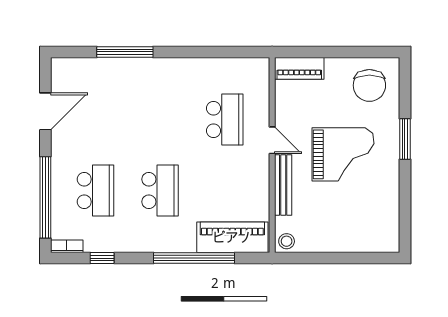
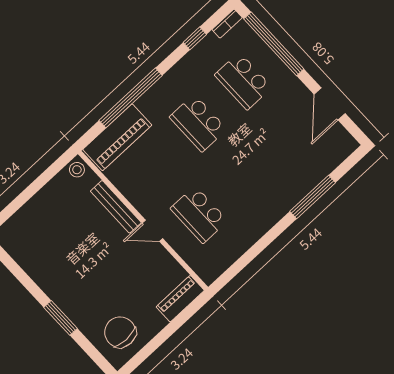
grand piano: (343, 154) -> (94, 267), removed

